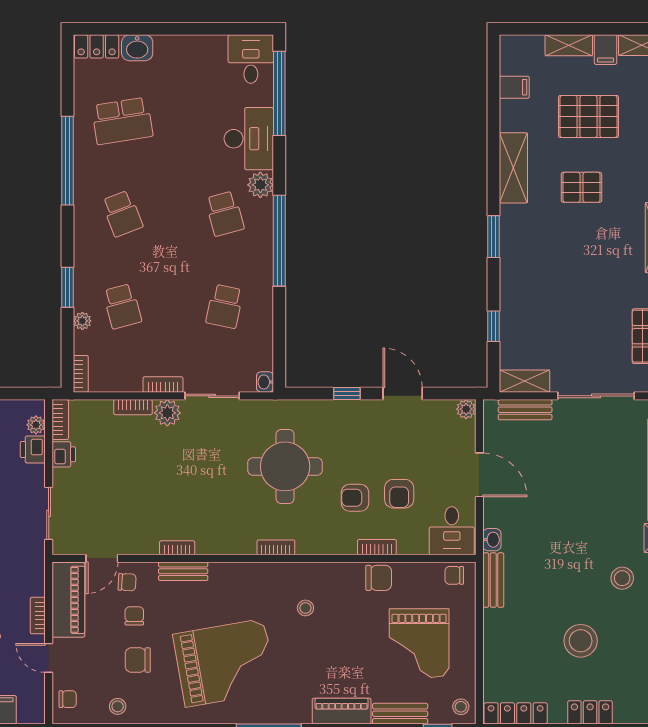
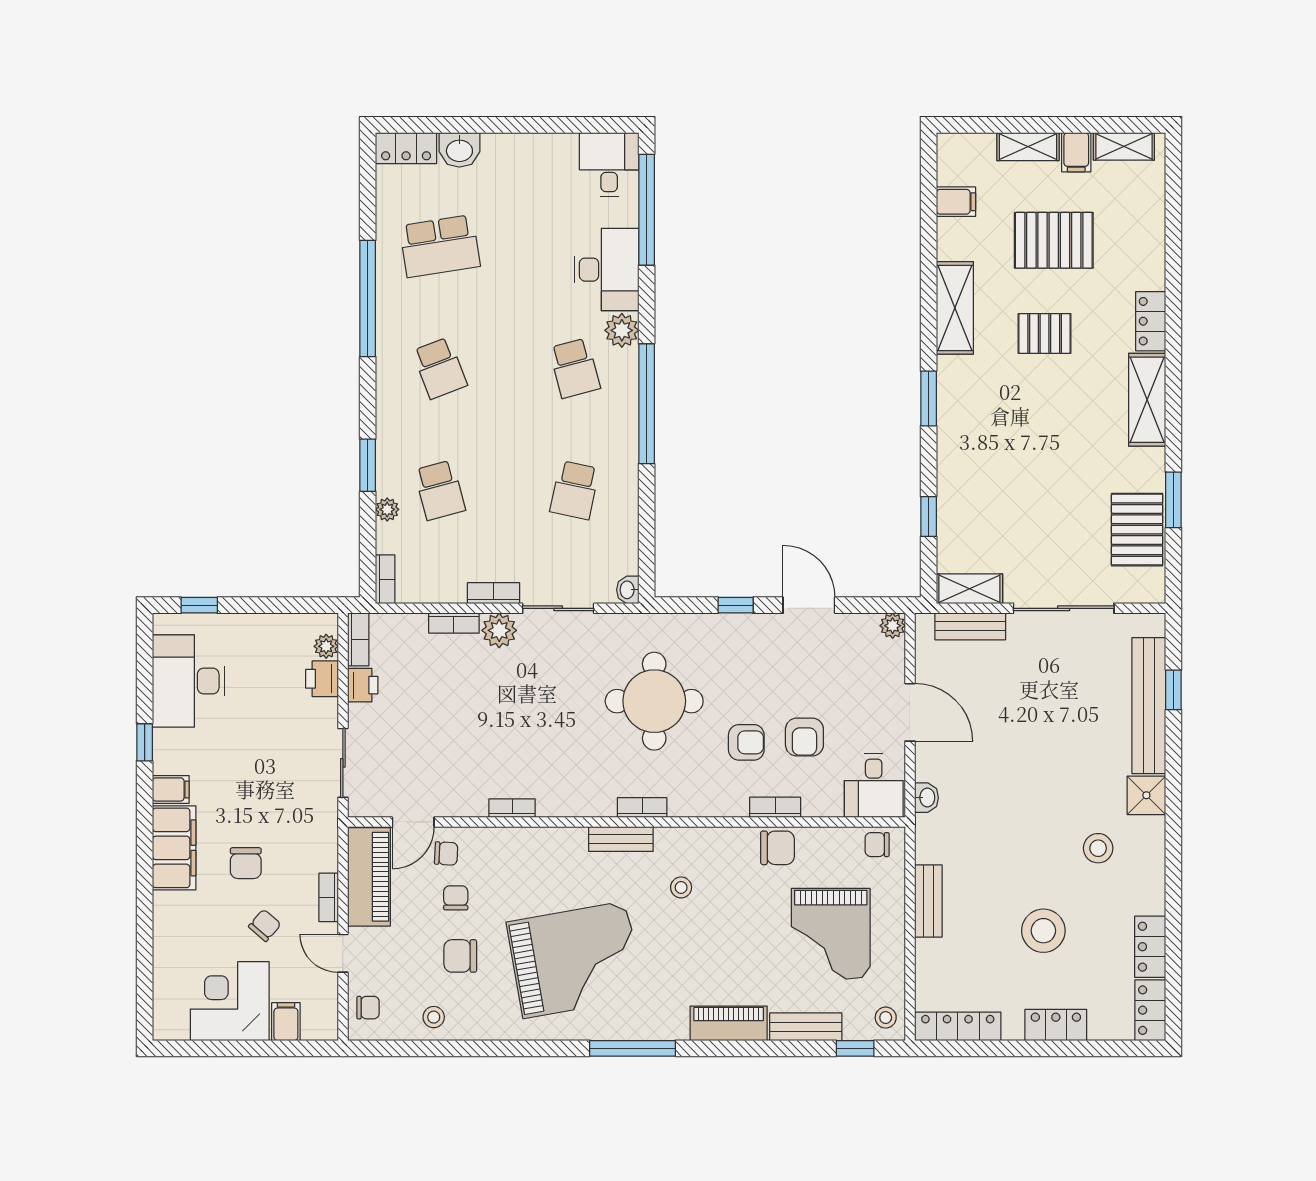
armchair: (355, 498) -> (746, 742), turned 180
bench: (183, 571) -> (621, 839), moved
bench: (493, 580) -> (928, 901), moved

